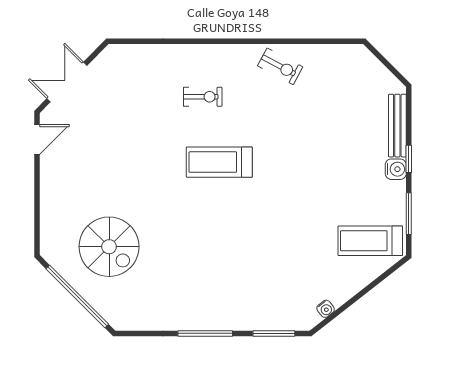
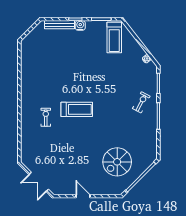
exercise bike: (280, 66) -> (141, 102), moved
door: (37, 140) -> (83, 196), moved
treadmill: (219, 162) -> (77, 109), turned -90
spiral stairs: (109, 247) -> (117, 162), turned 180

